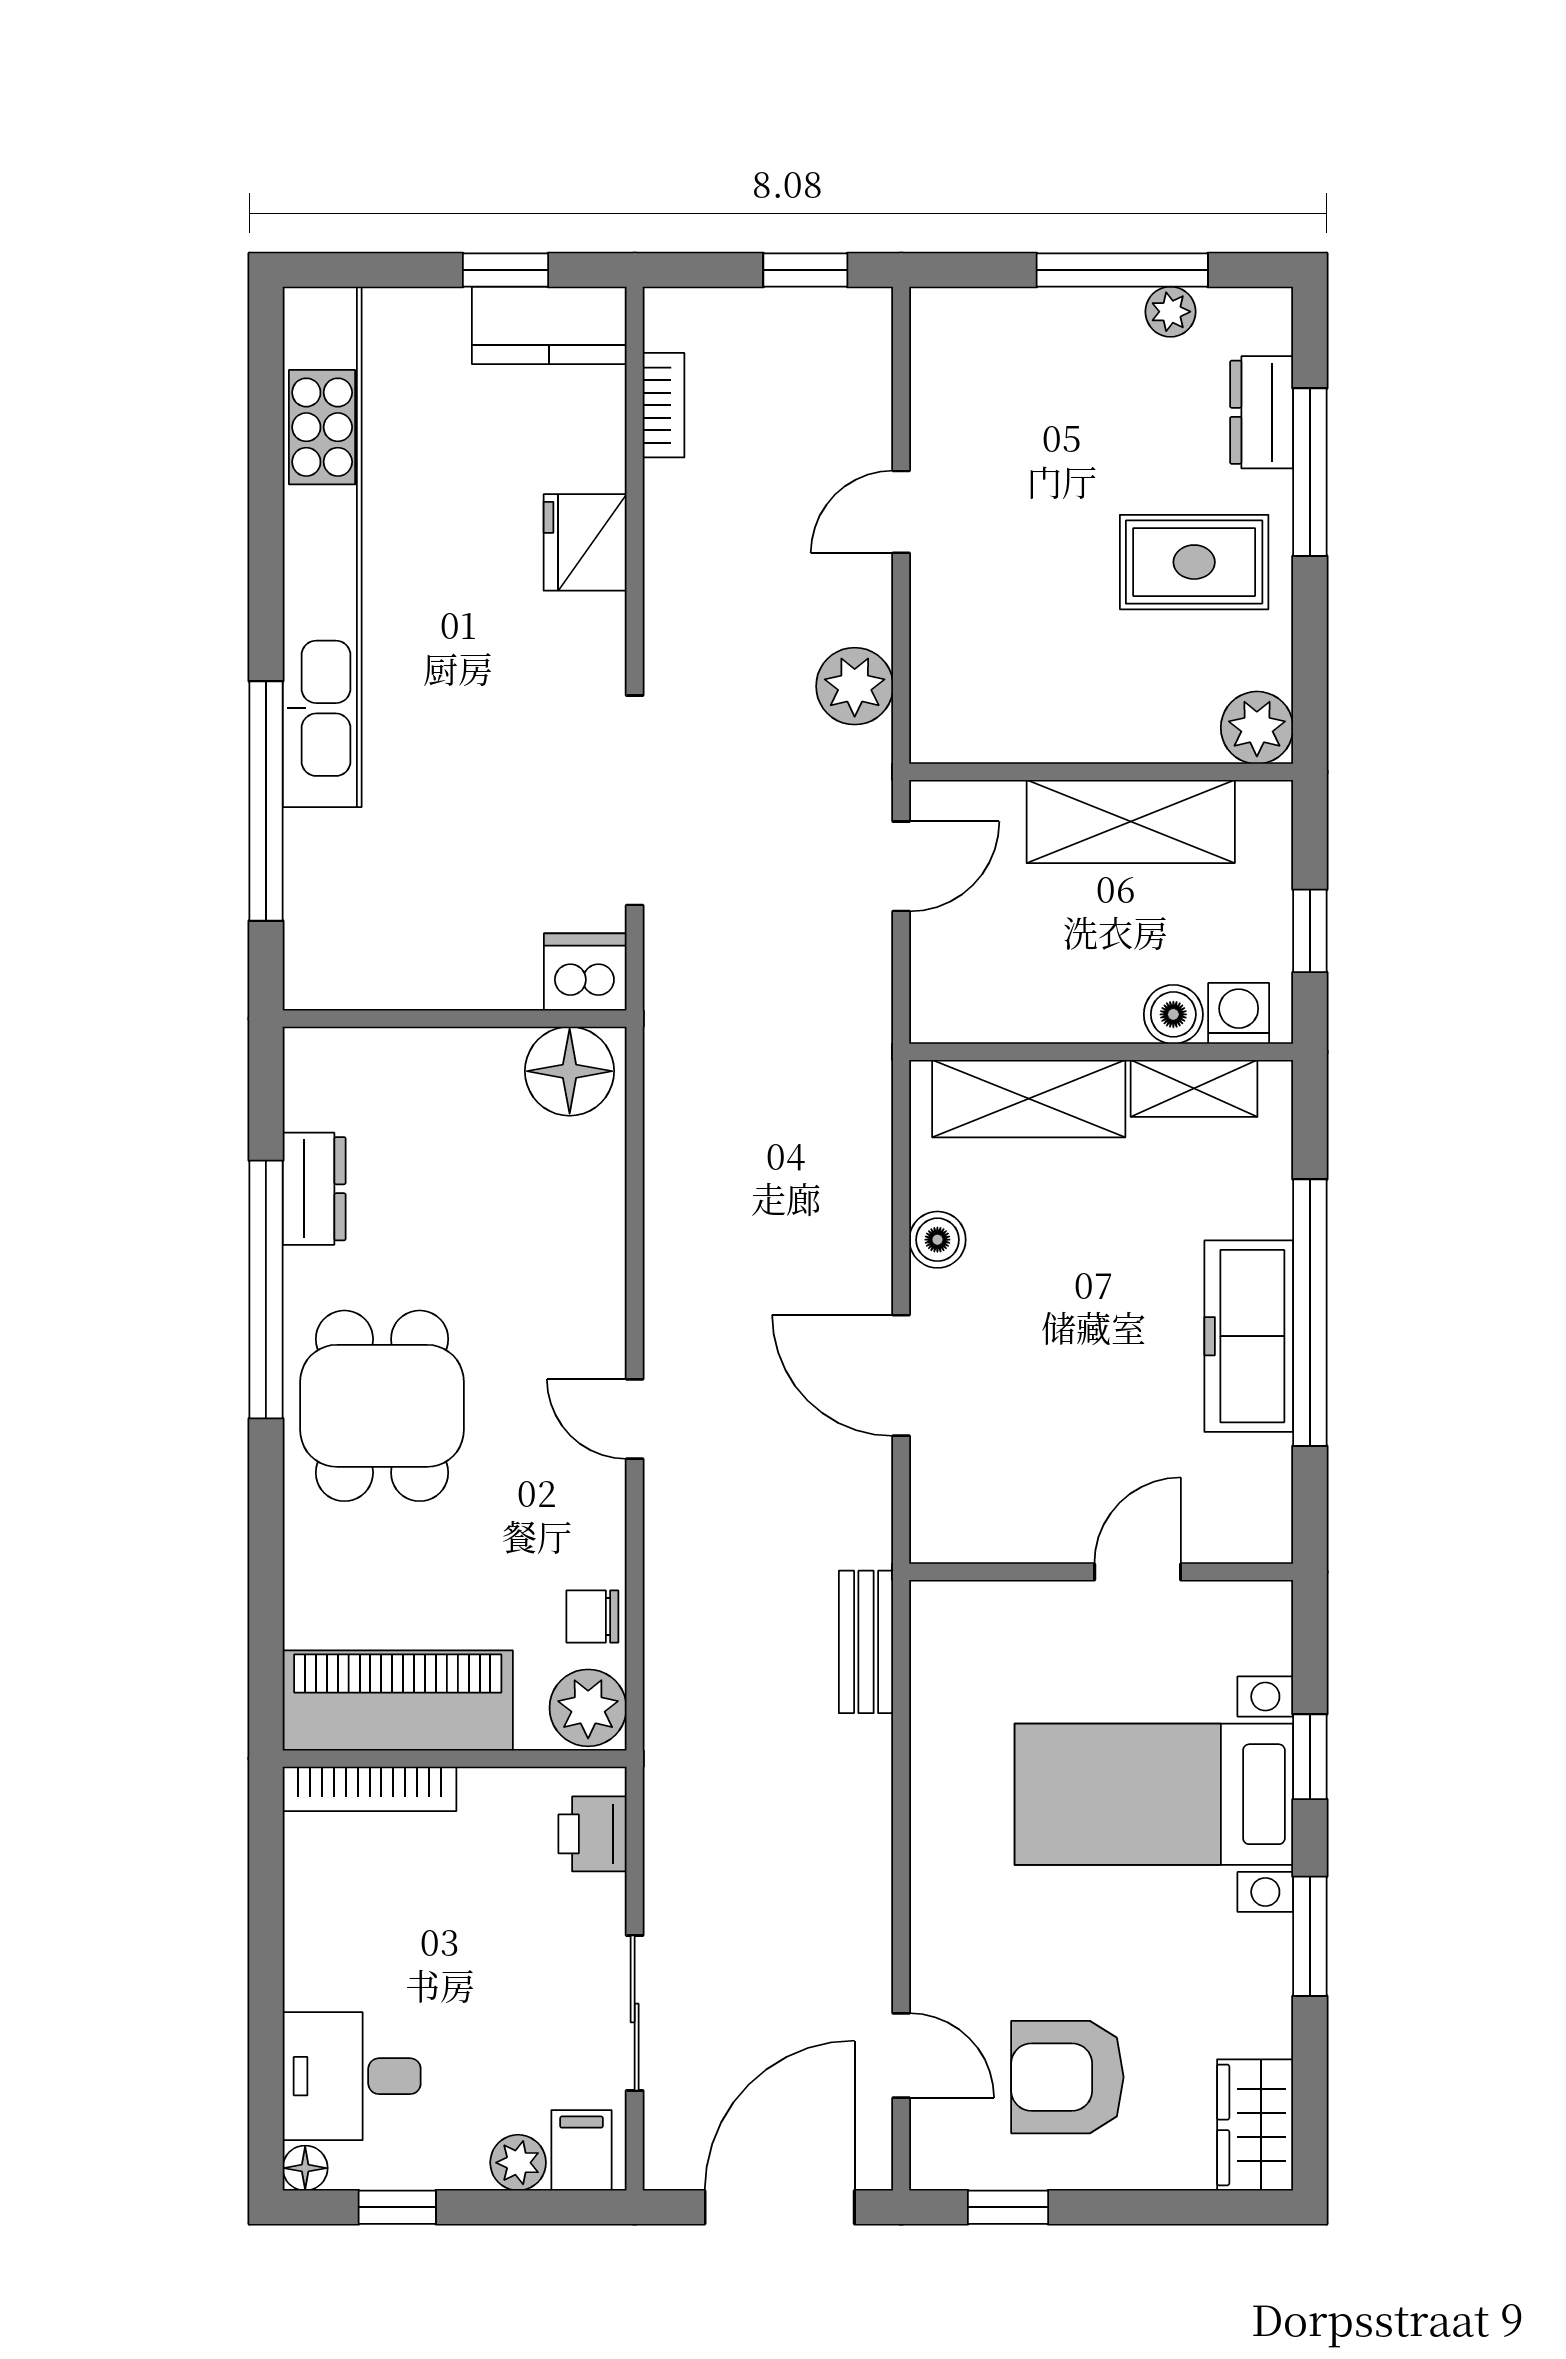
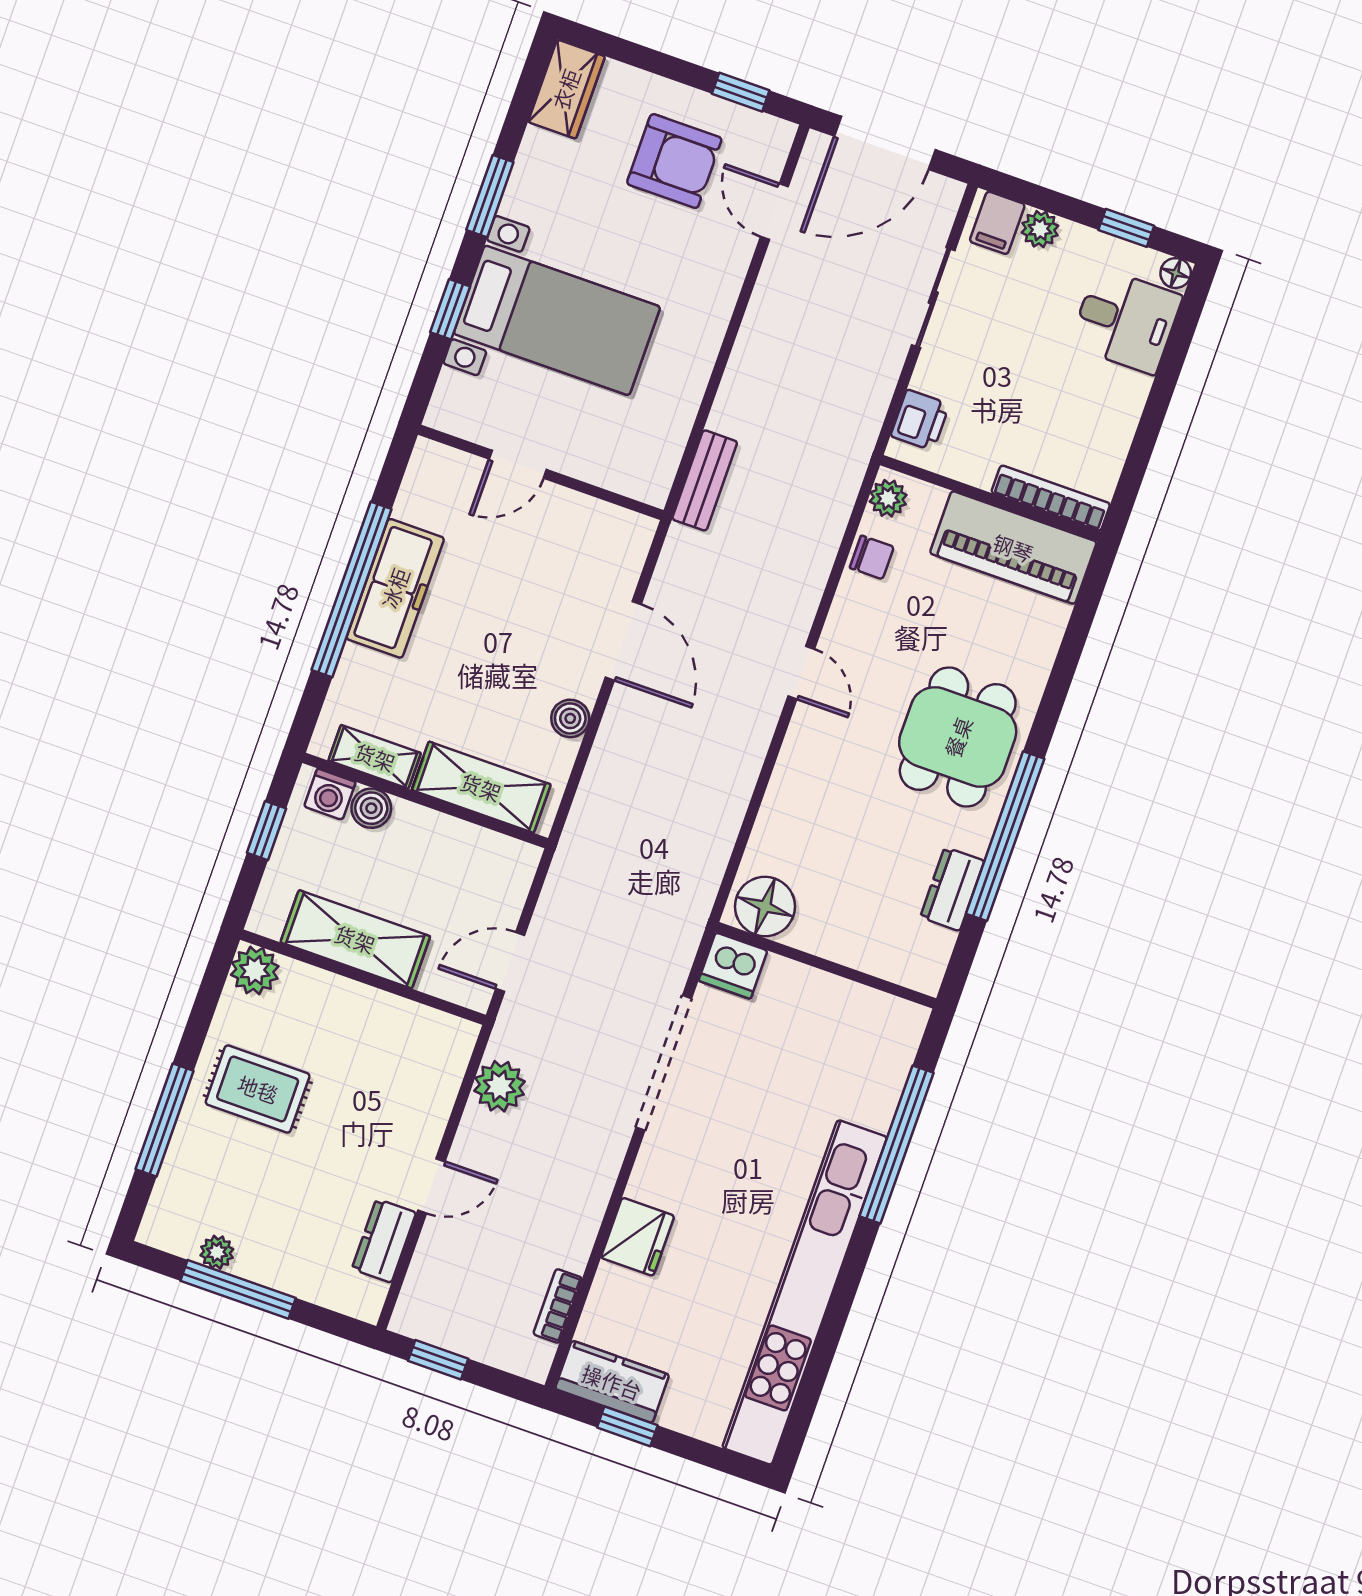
dresser: (1262, 412) -> (384, 1241), moved, turned 180
plant: (588, 1708) -> (888, 498), width x0.73, depth x0.73

